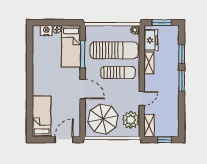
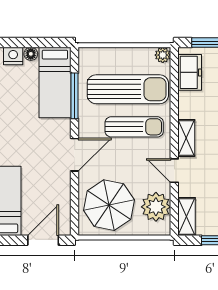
shelving: (149, 63) -> (186, 138), moved
door: (83, 89) -> (75, 155), hinge flipped
door: (142, 99) -> (174, 171), swing flipped

